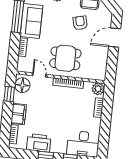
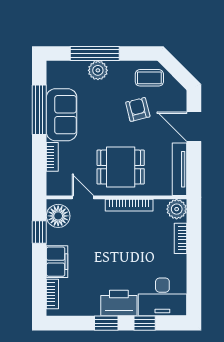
door: (115, 38) -> (194, 127), hinge flipped
tv unit: (103, 64) -> (180, 169), added
printer: (39, 143) -> (119, 303), moved

